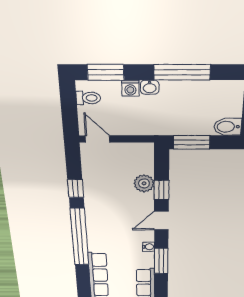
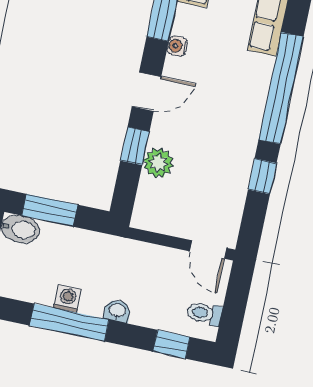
window: (106, 72) -> (171, 344), width x0.67
washing machine: (130, 88) -> (67, 299), moved
window: (192, 142) -> (50, 210), moved

